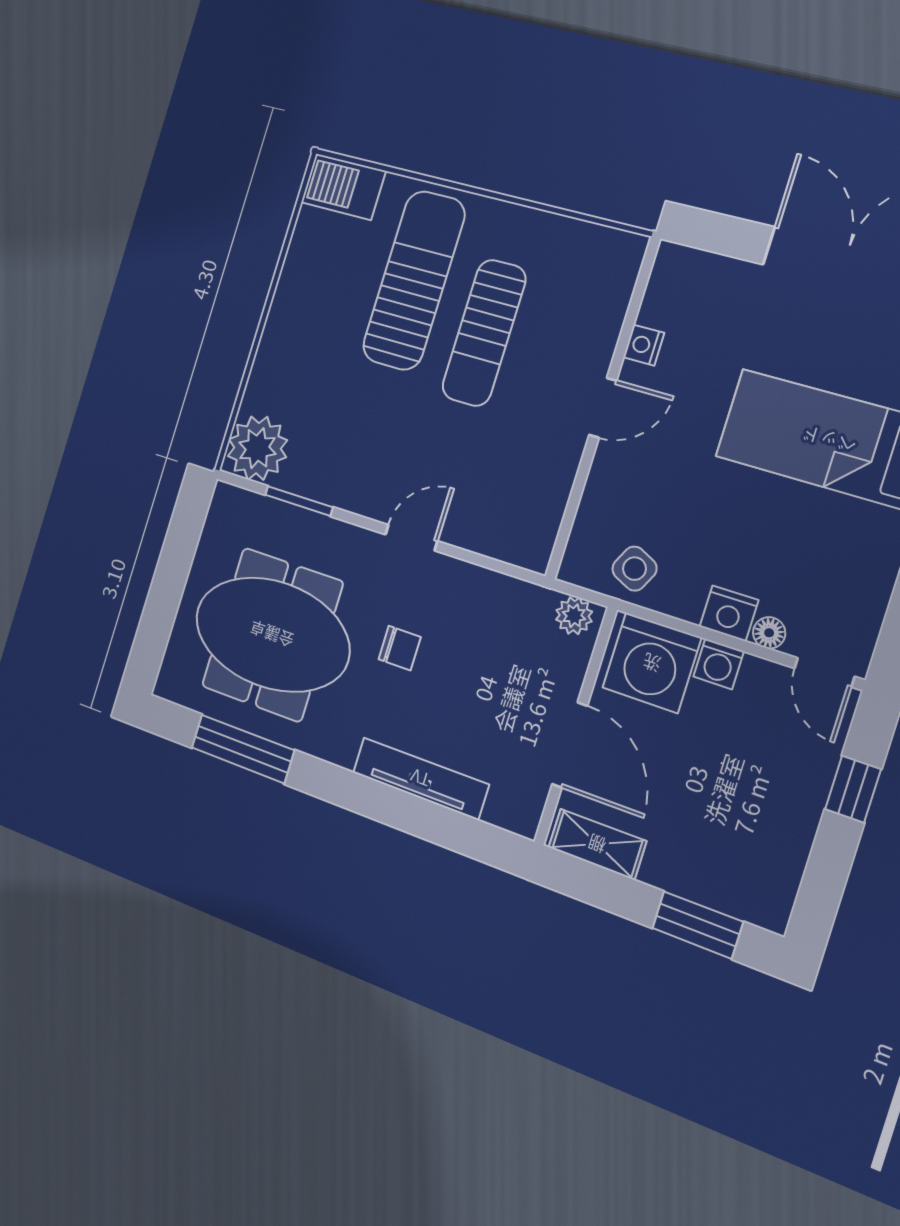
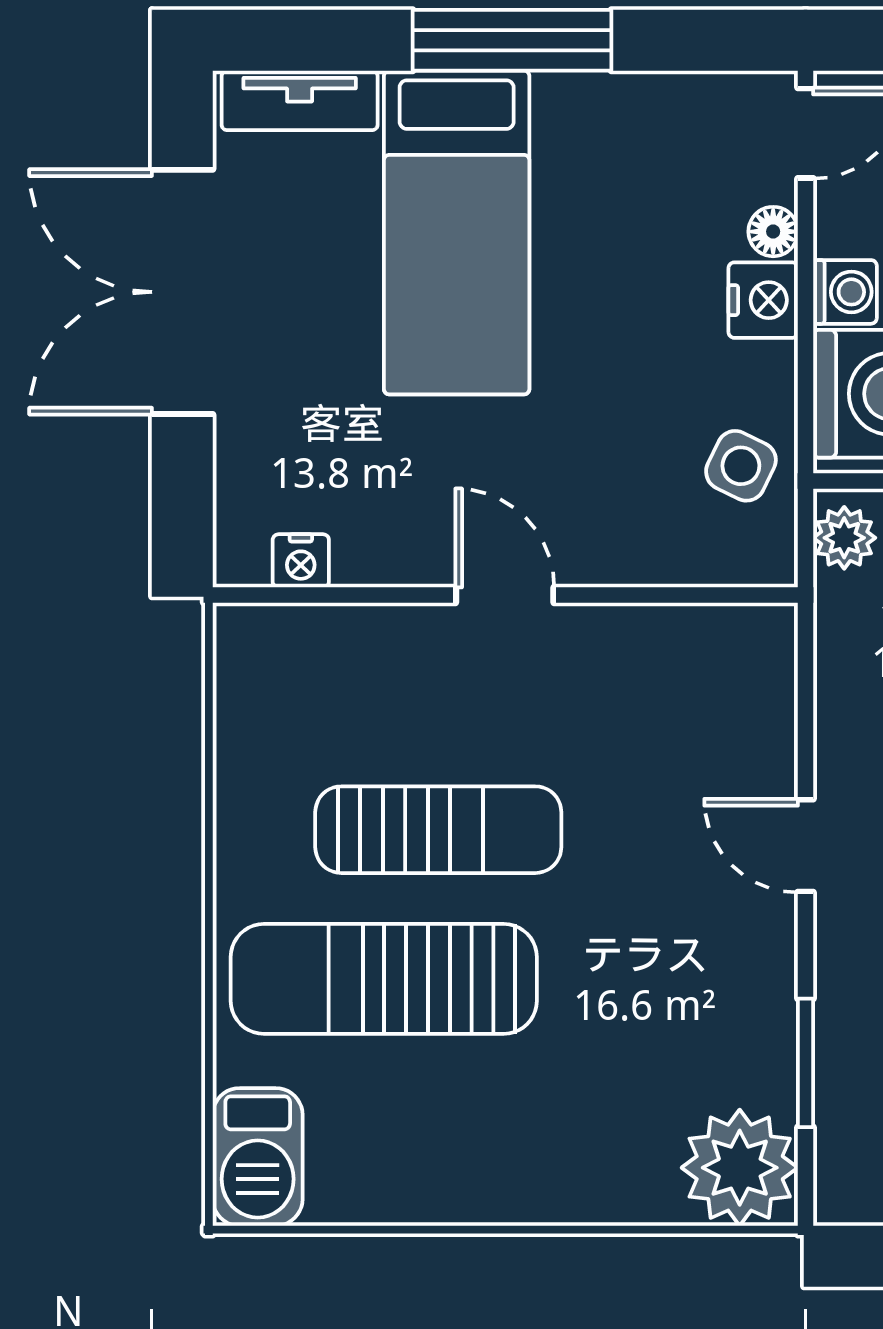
nightstand: (644, 345) -> (301, 561), moved

